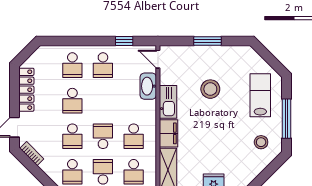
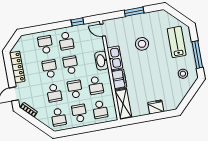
school desk: (72, 65) -> (45, 45), turned 180
washbasin: (148, 86) -> (101, 61), moved
school desk: (72, 101) -> (50, 69), turned 180
school desk: (103, 101) -> (71, 65), added

